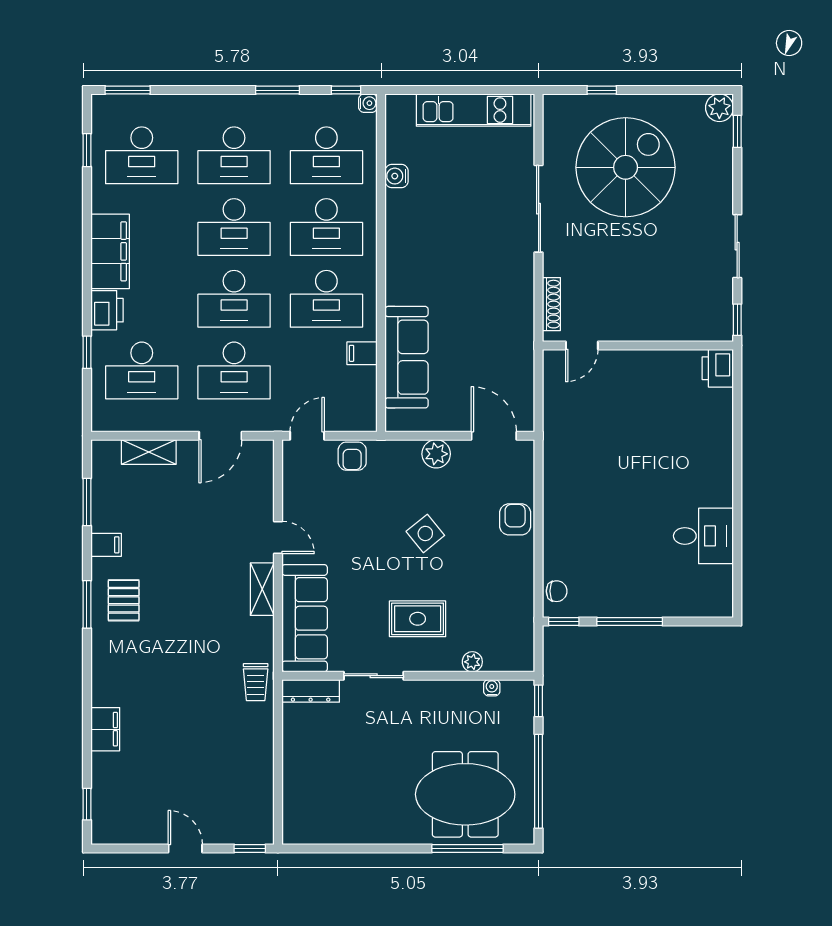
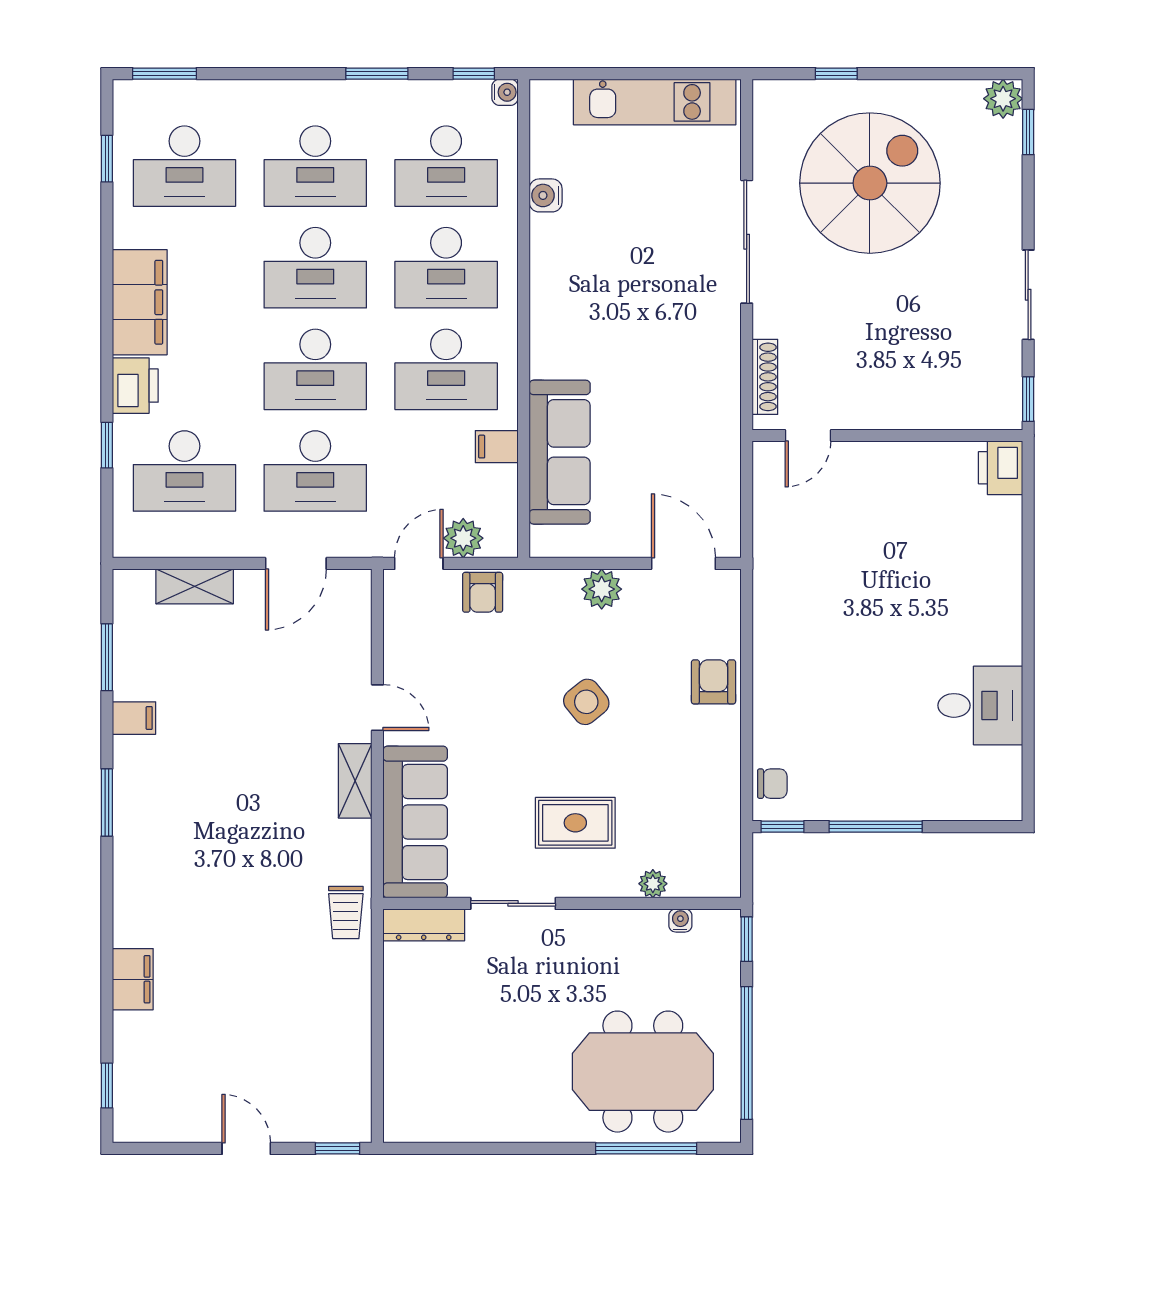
plant: (338, 418) -> (463, 538), added
pallet: (124, 600) -> (159, 797), removed

